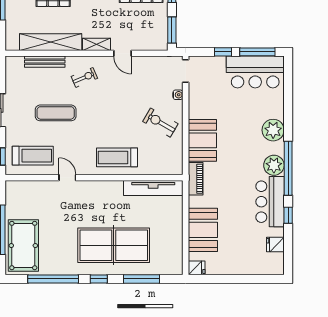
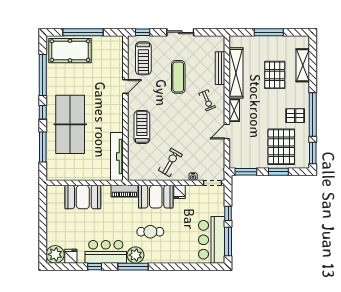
plant: (273, 130) -> (55, 254), moved
cafe table: (245, 147) -> (150, 232), added
window: (288, 168) -> (133, 267), width x0.68
fridge: (197, 268) -> (179, 192), moved

